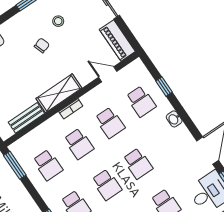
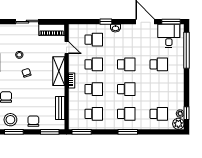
door: (108, 74) -> (67, 48), swing flipped
window: (164, 87) -> (106, 22), moved
shelving: (59, 93) -> (59, 71), moved

